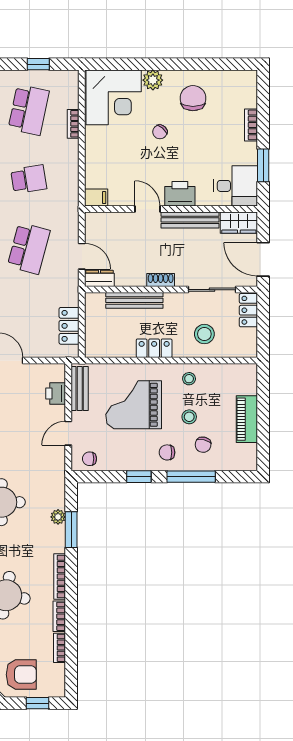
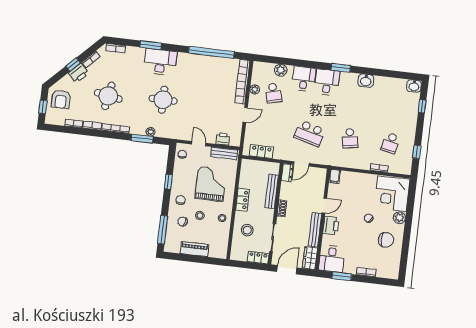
school desk: (29, 110) -> (391, 143), width x0.54
window: (191, 477) -> (163, 230), moved

